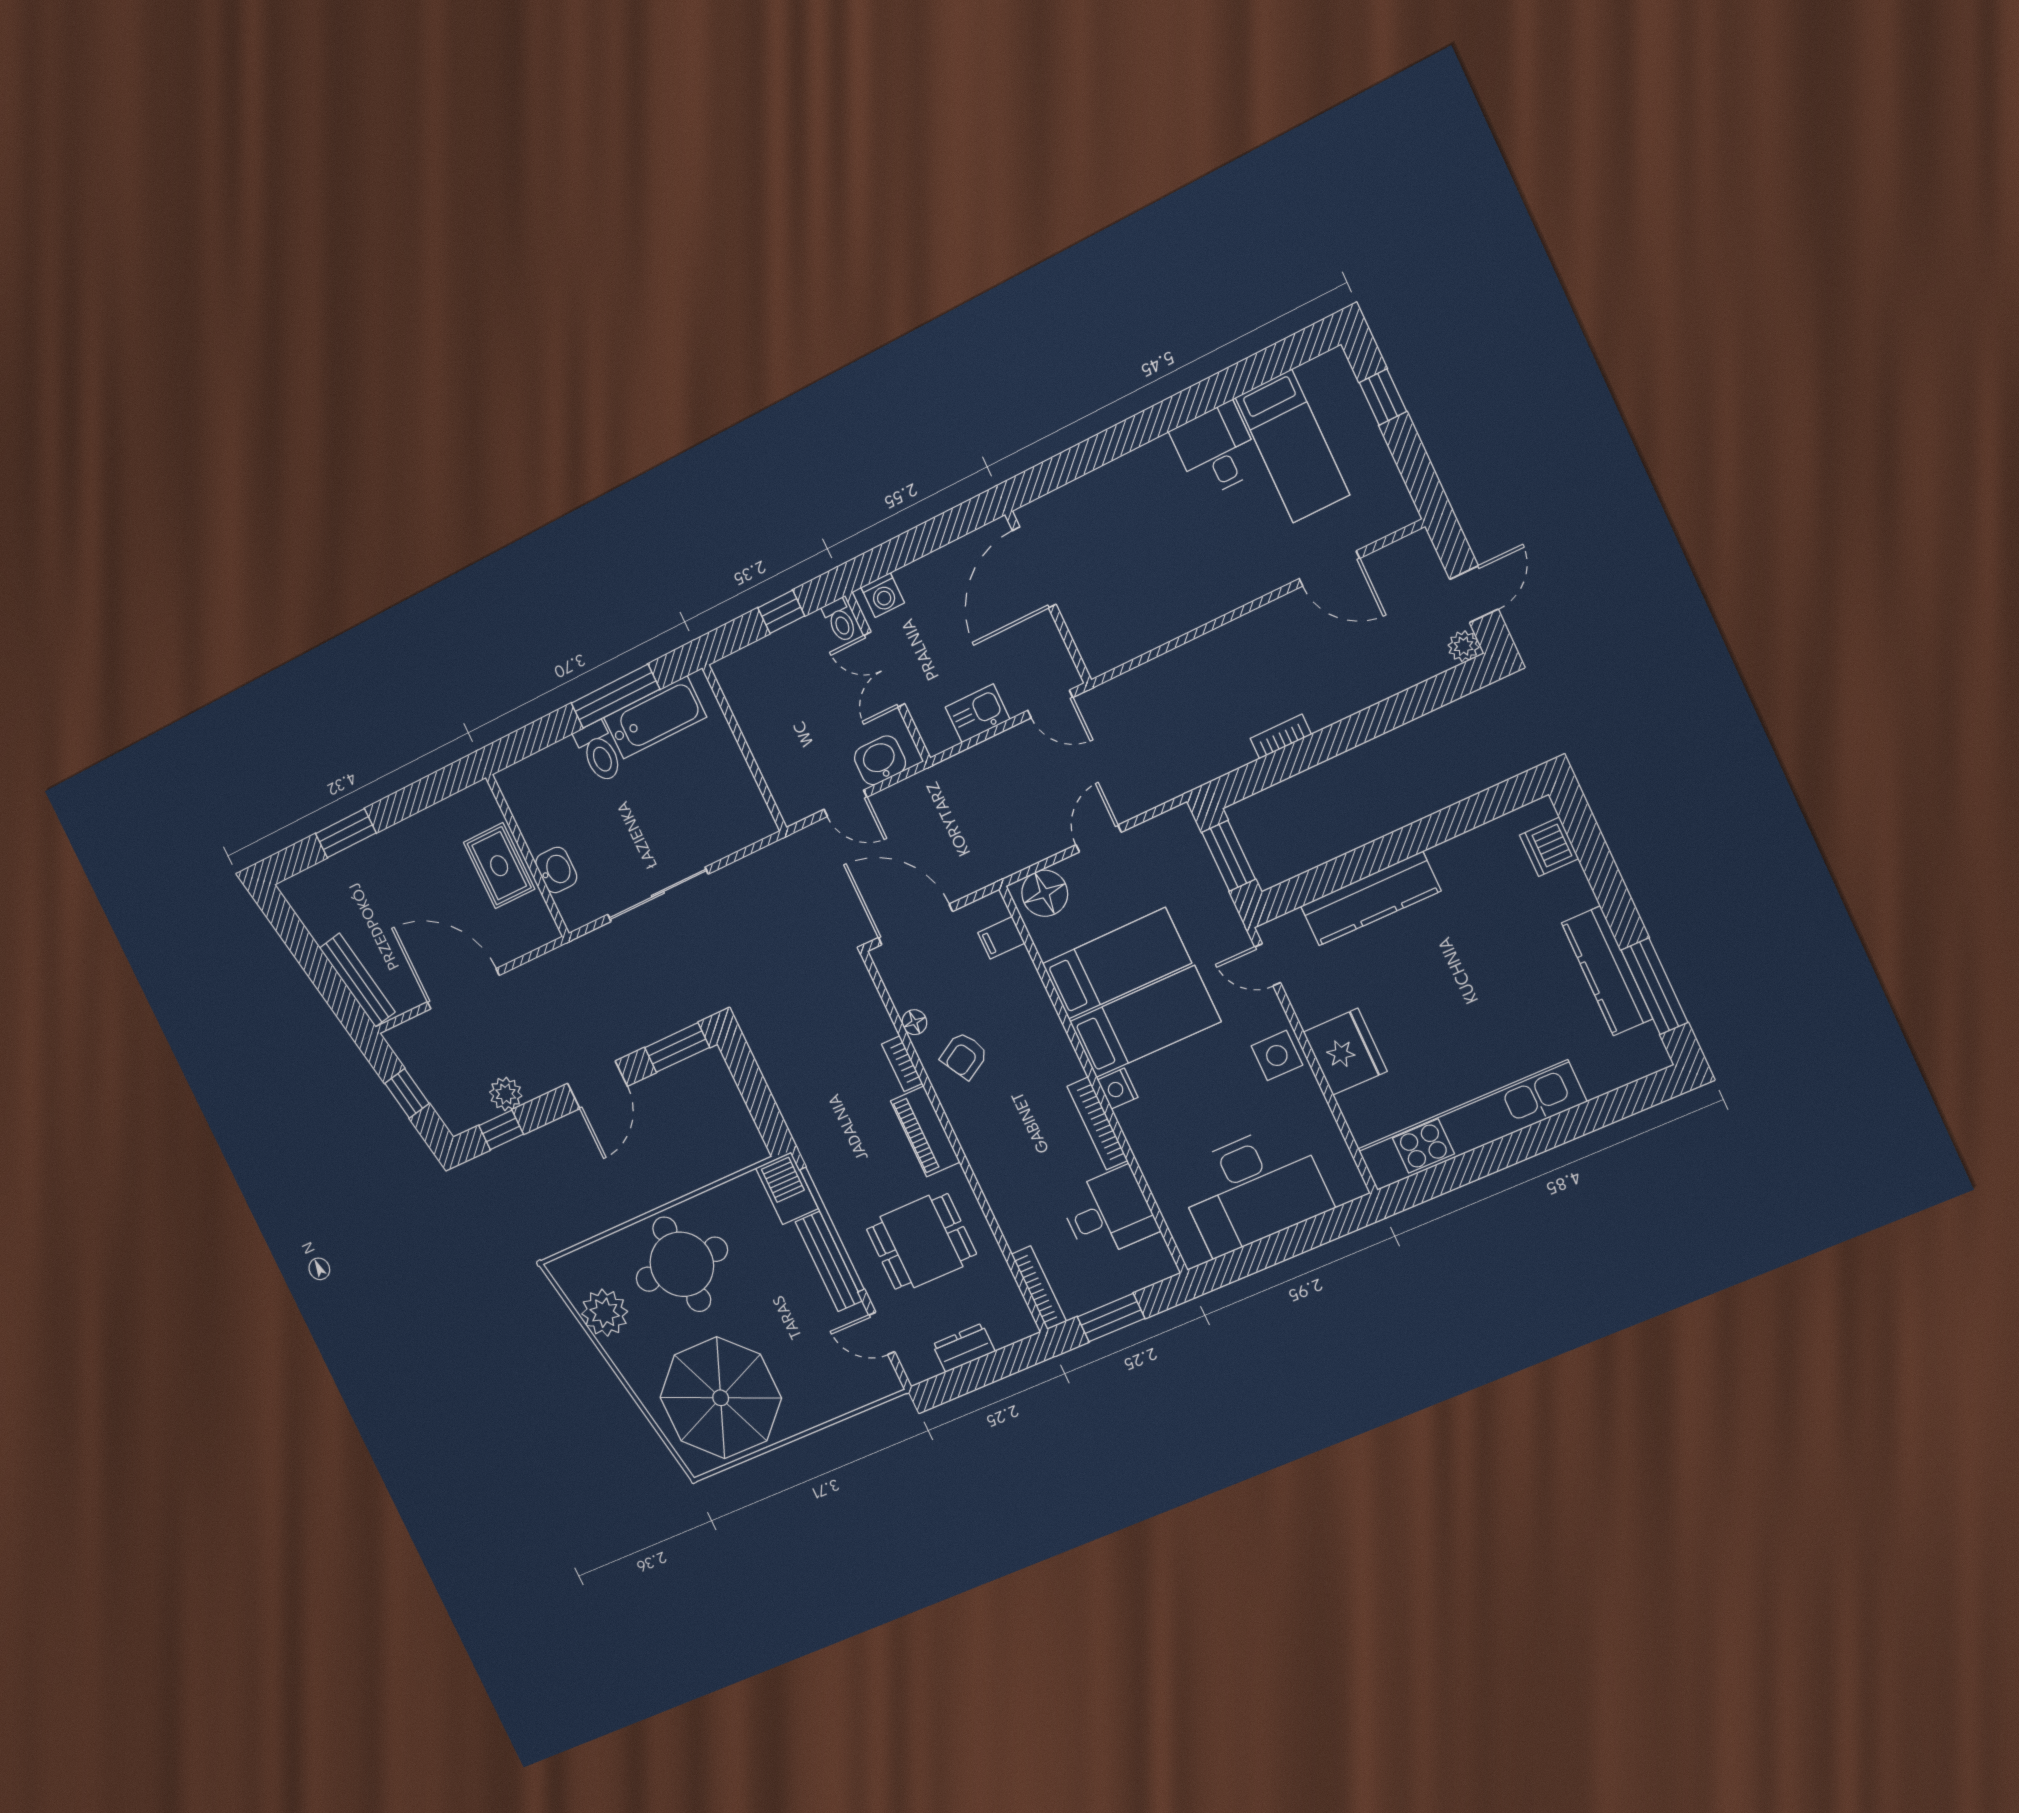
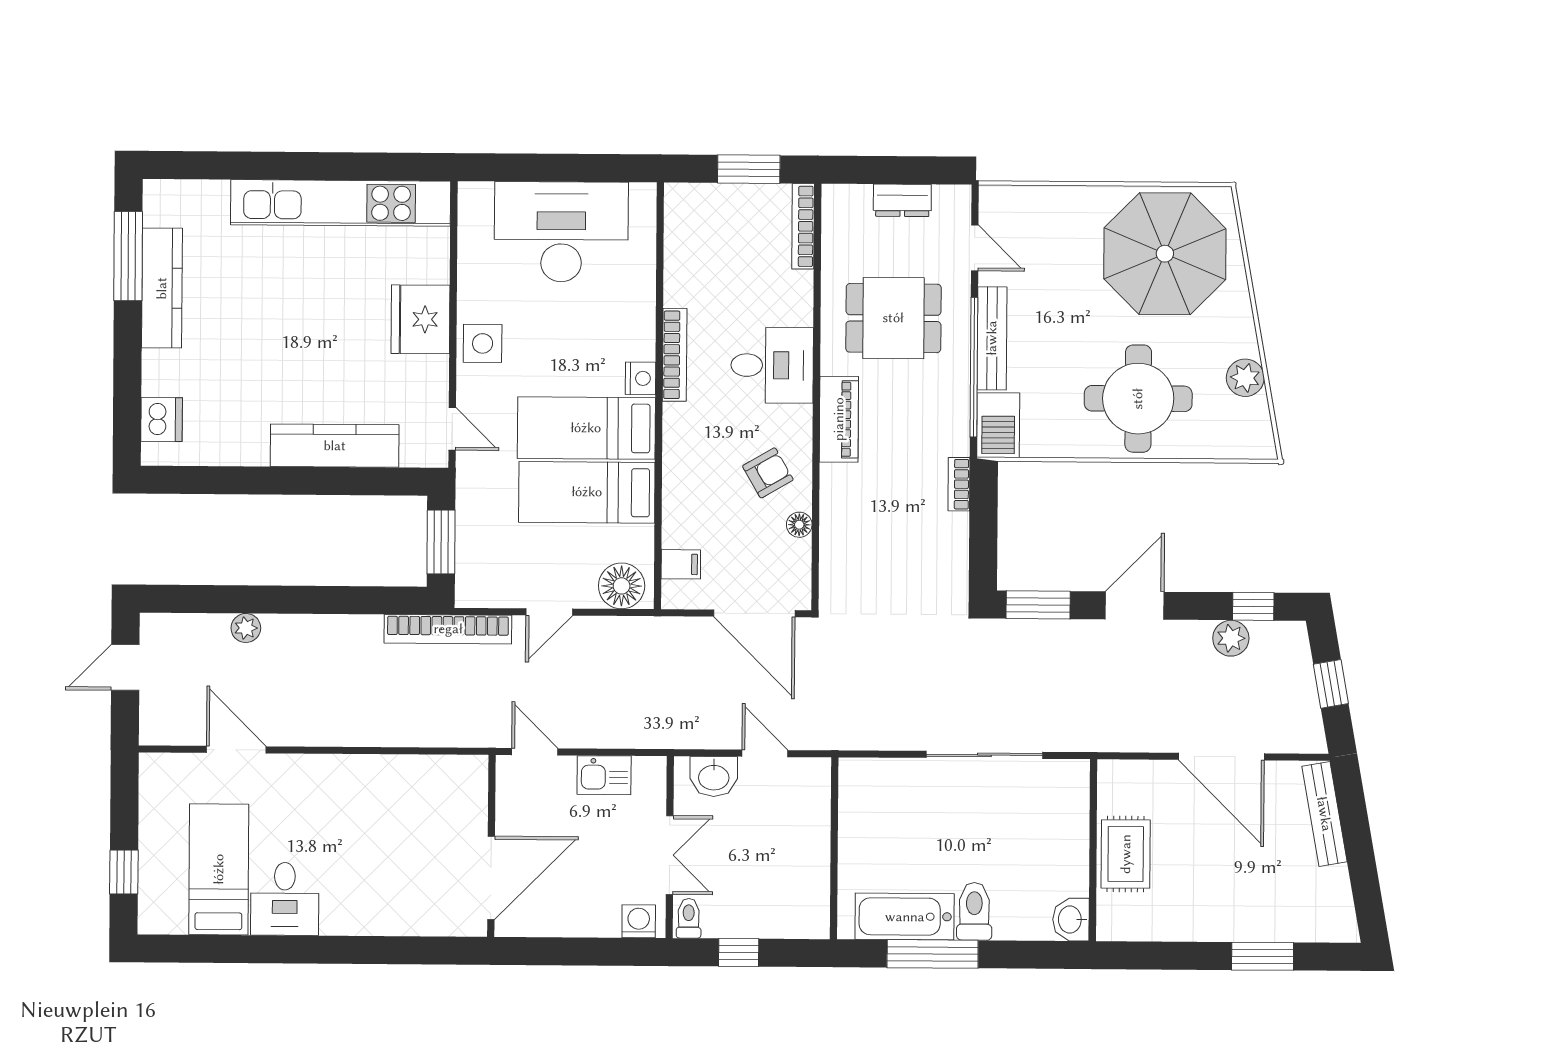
plant: (1464, 646) -> (246, 628), moved
bookcase: (1281, 736) -> (448, 629), moved, width x2.31, depth x1.31
washbasin: (556, 870) -> (1071, 920), moved
bookcase: (902, 1064) -> (959, 484), moved, turned 180
desk: (1108, 1213) -> (772, 365), moved, turned 180
plant: (605, 1313) -> (1245, 378), width x0.73, depth x0.73

